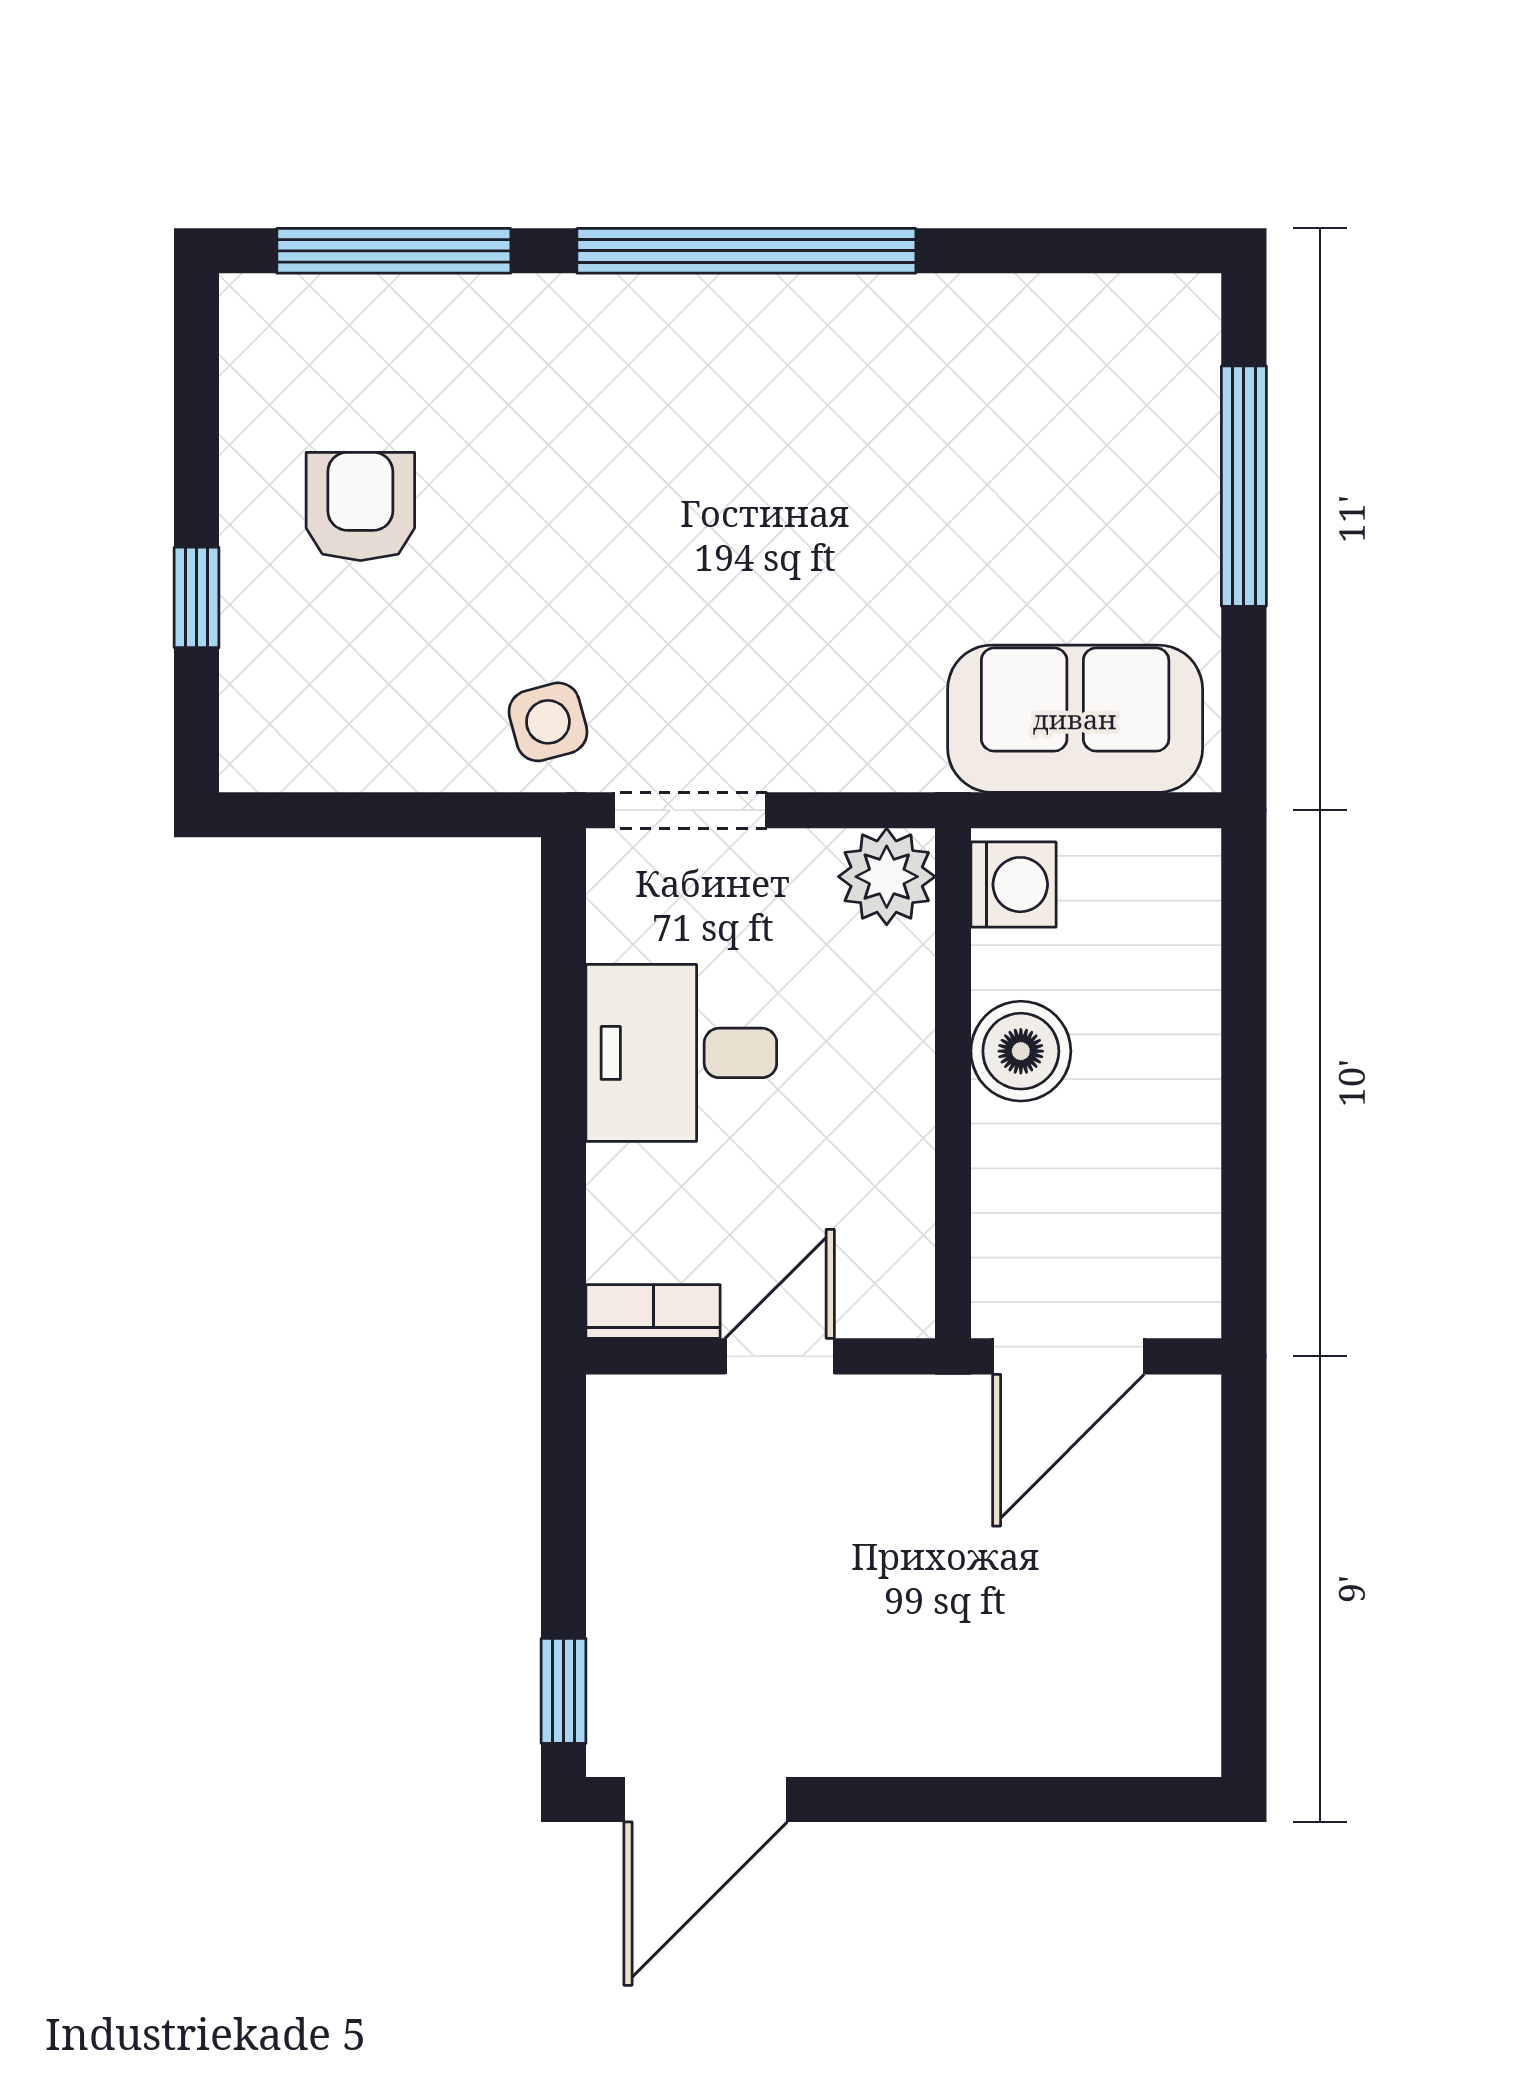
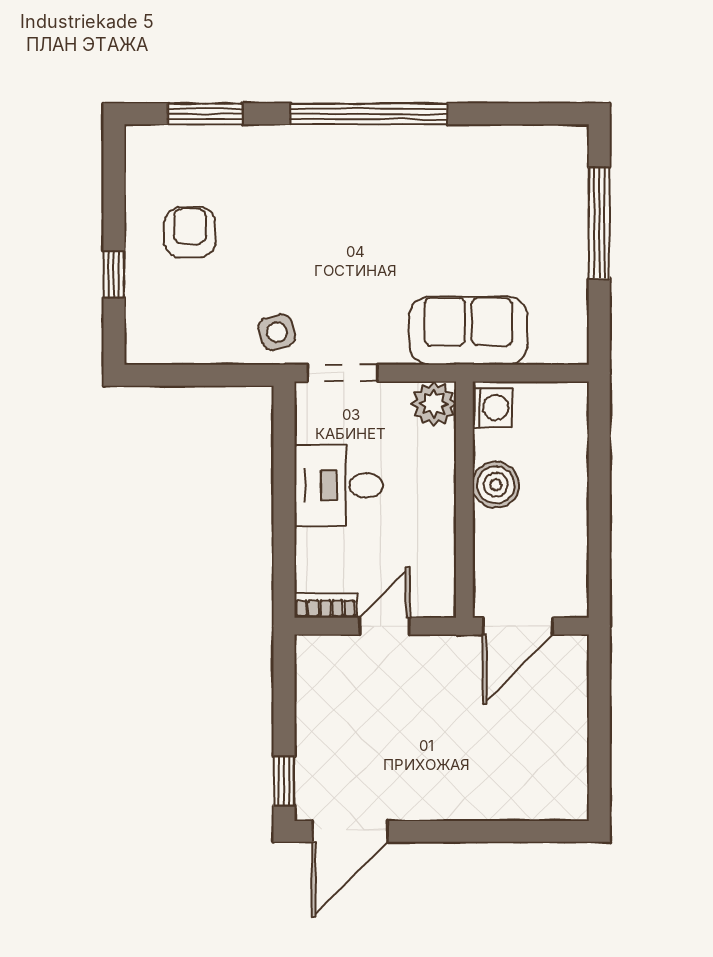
window: (394, 251) -> (205, 114), width x0.69
sofa: (1075, 719) -> (468, 331), moved

